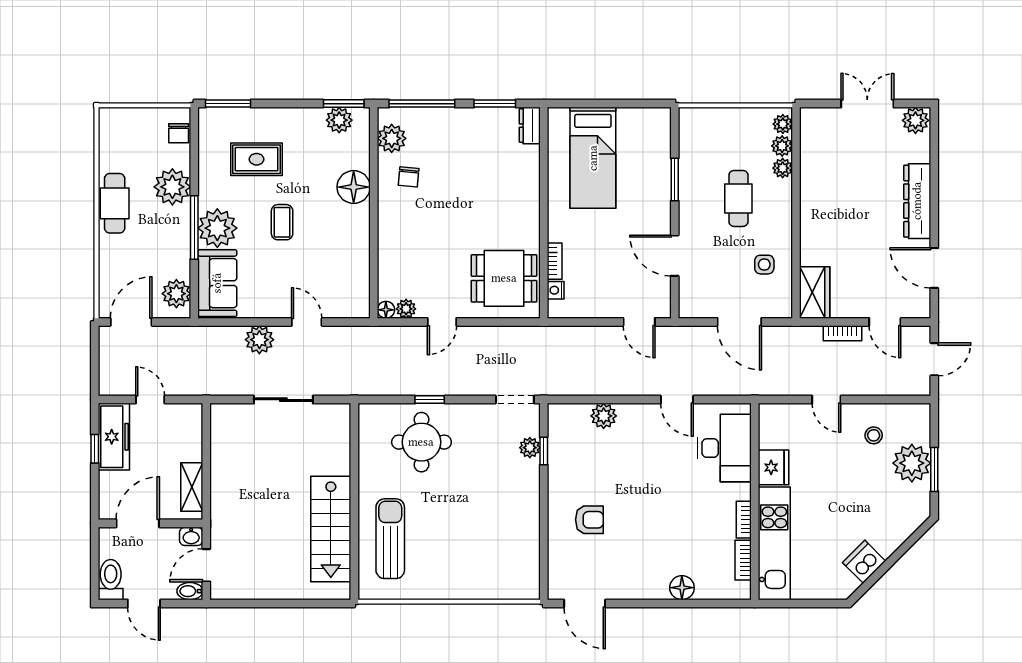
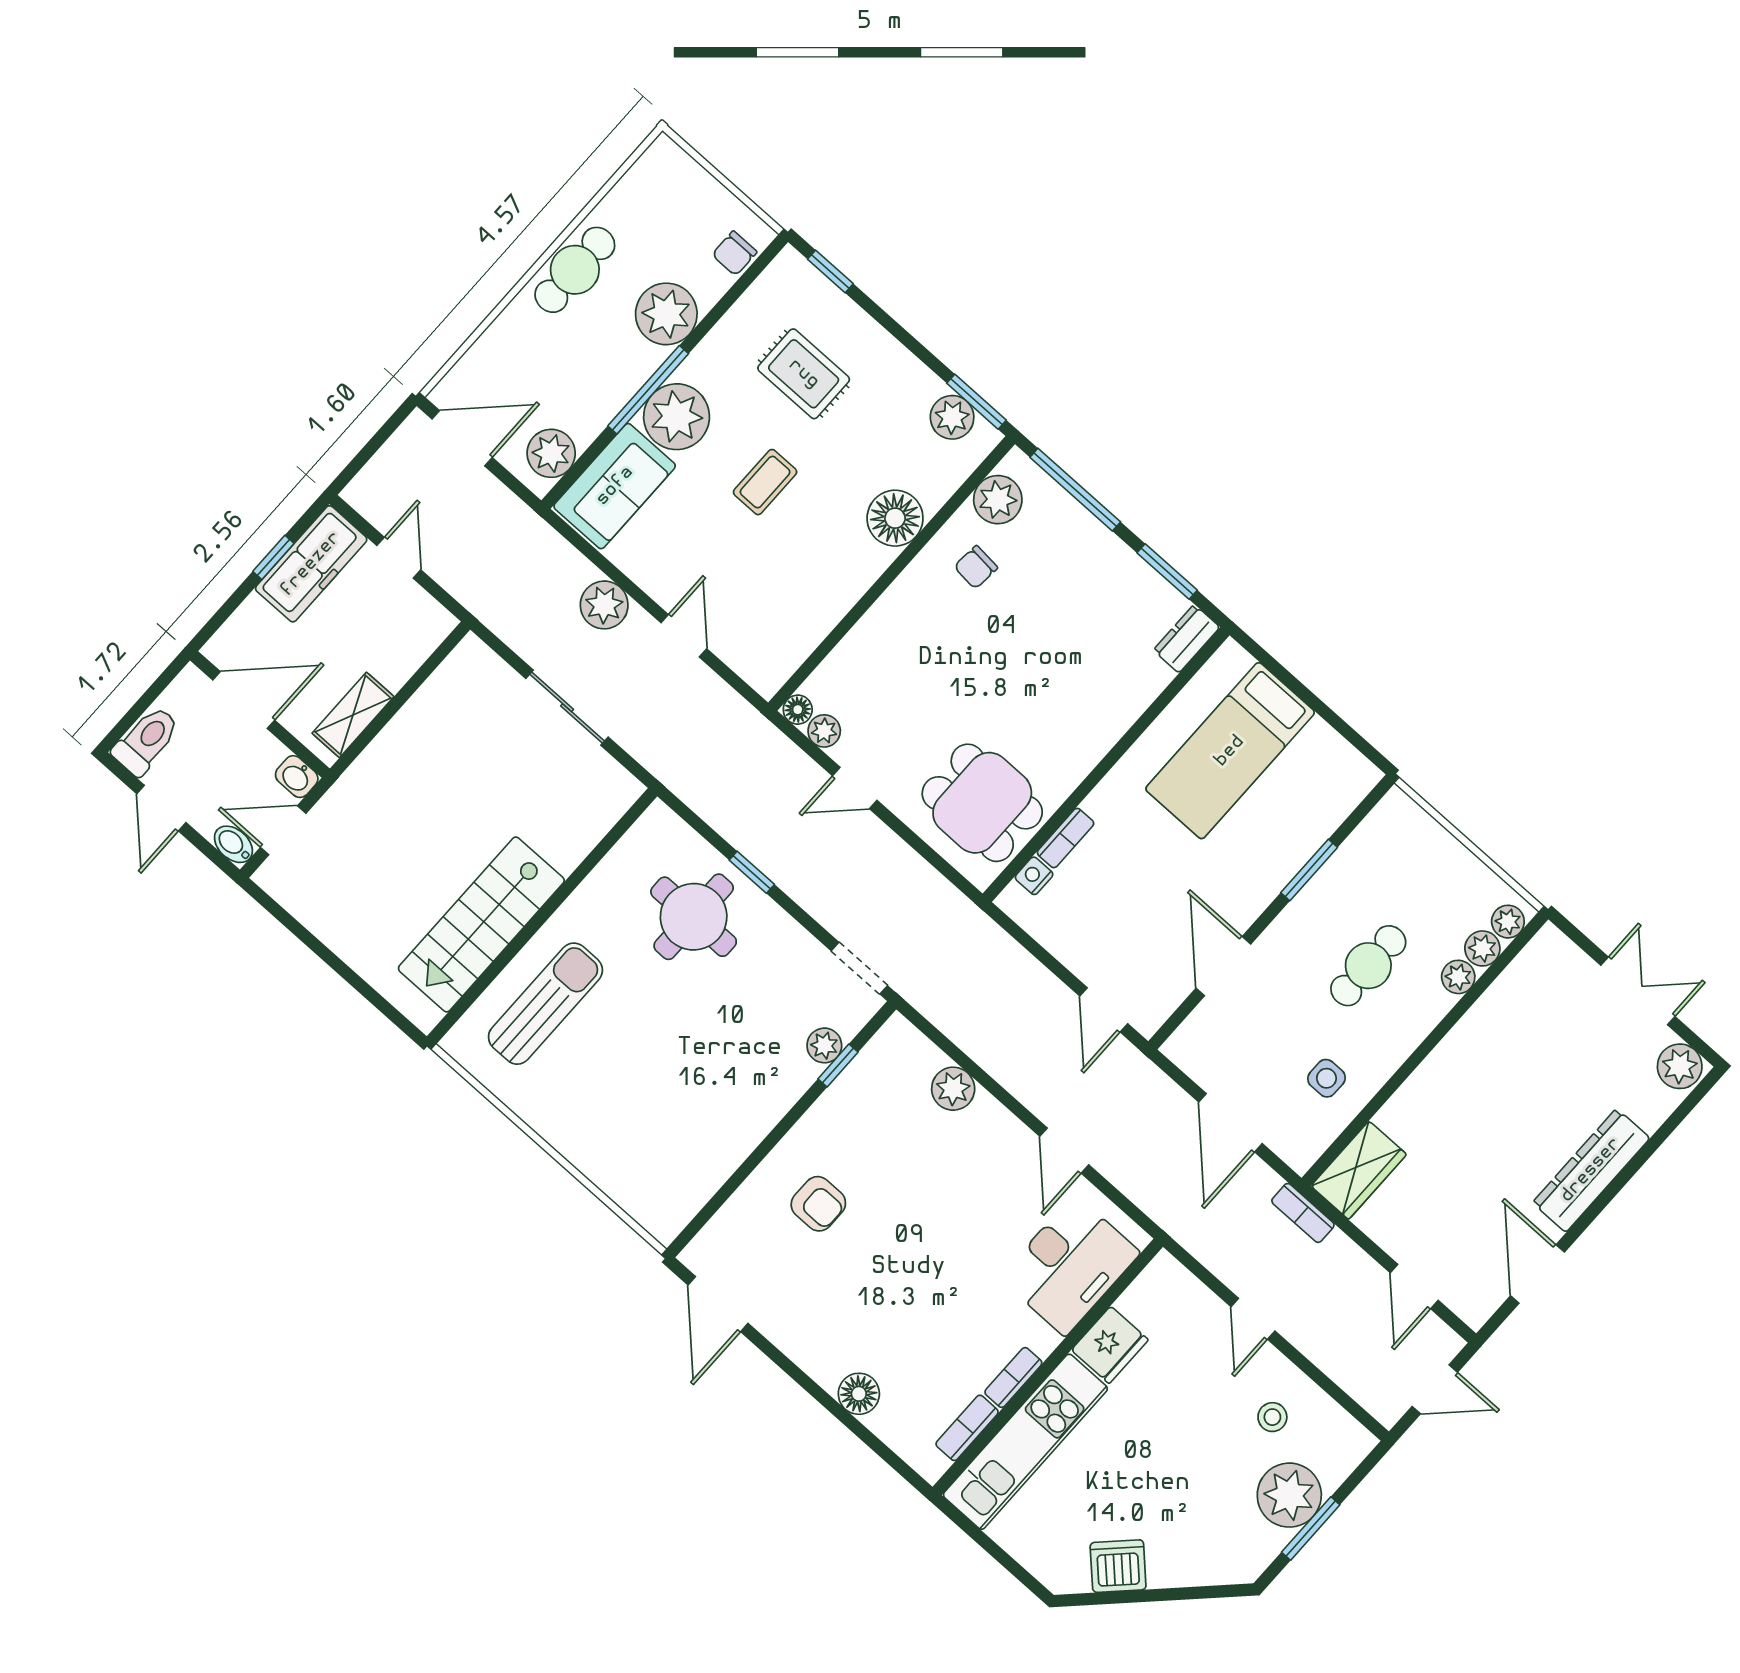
window: (228, 104) -> (830, 271), width x0.67
bookcase: (842, 333) -> (1303, 1213), moved

